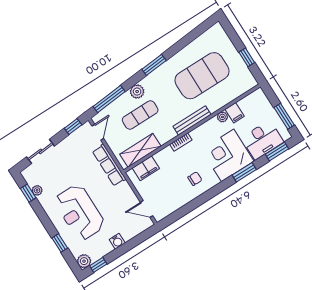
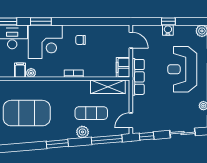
bench: (192, 120) -> (55, 85), removed
row of seats: (109, 165) -> (138, 77), moved
filing cabinet: (146, 168) -> (123, 67), moved, turned -90
reception desk: (79, 212) -> (182, 69), turned 180
window: (98, 265) -> (168, 21), moved

